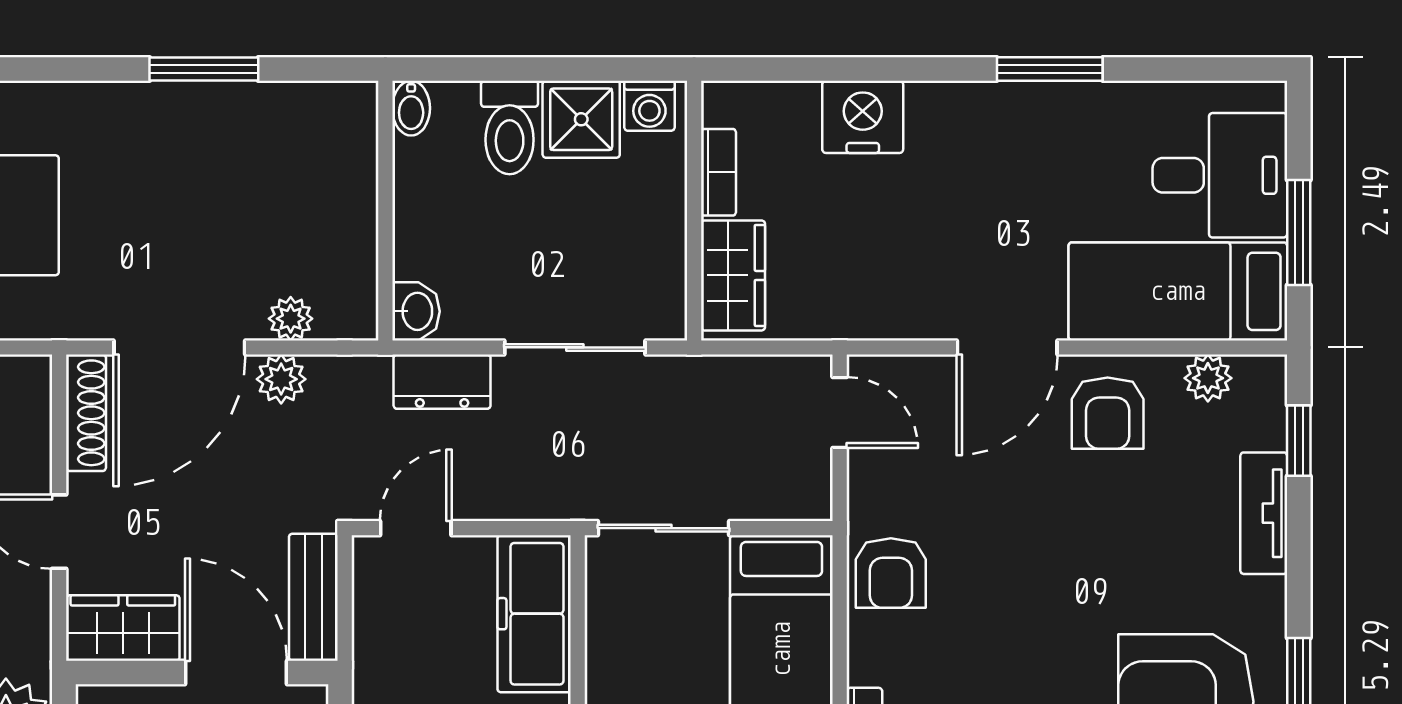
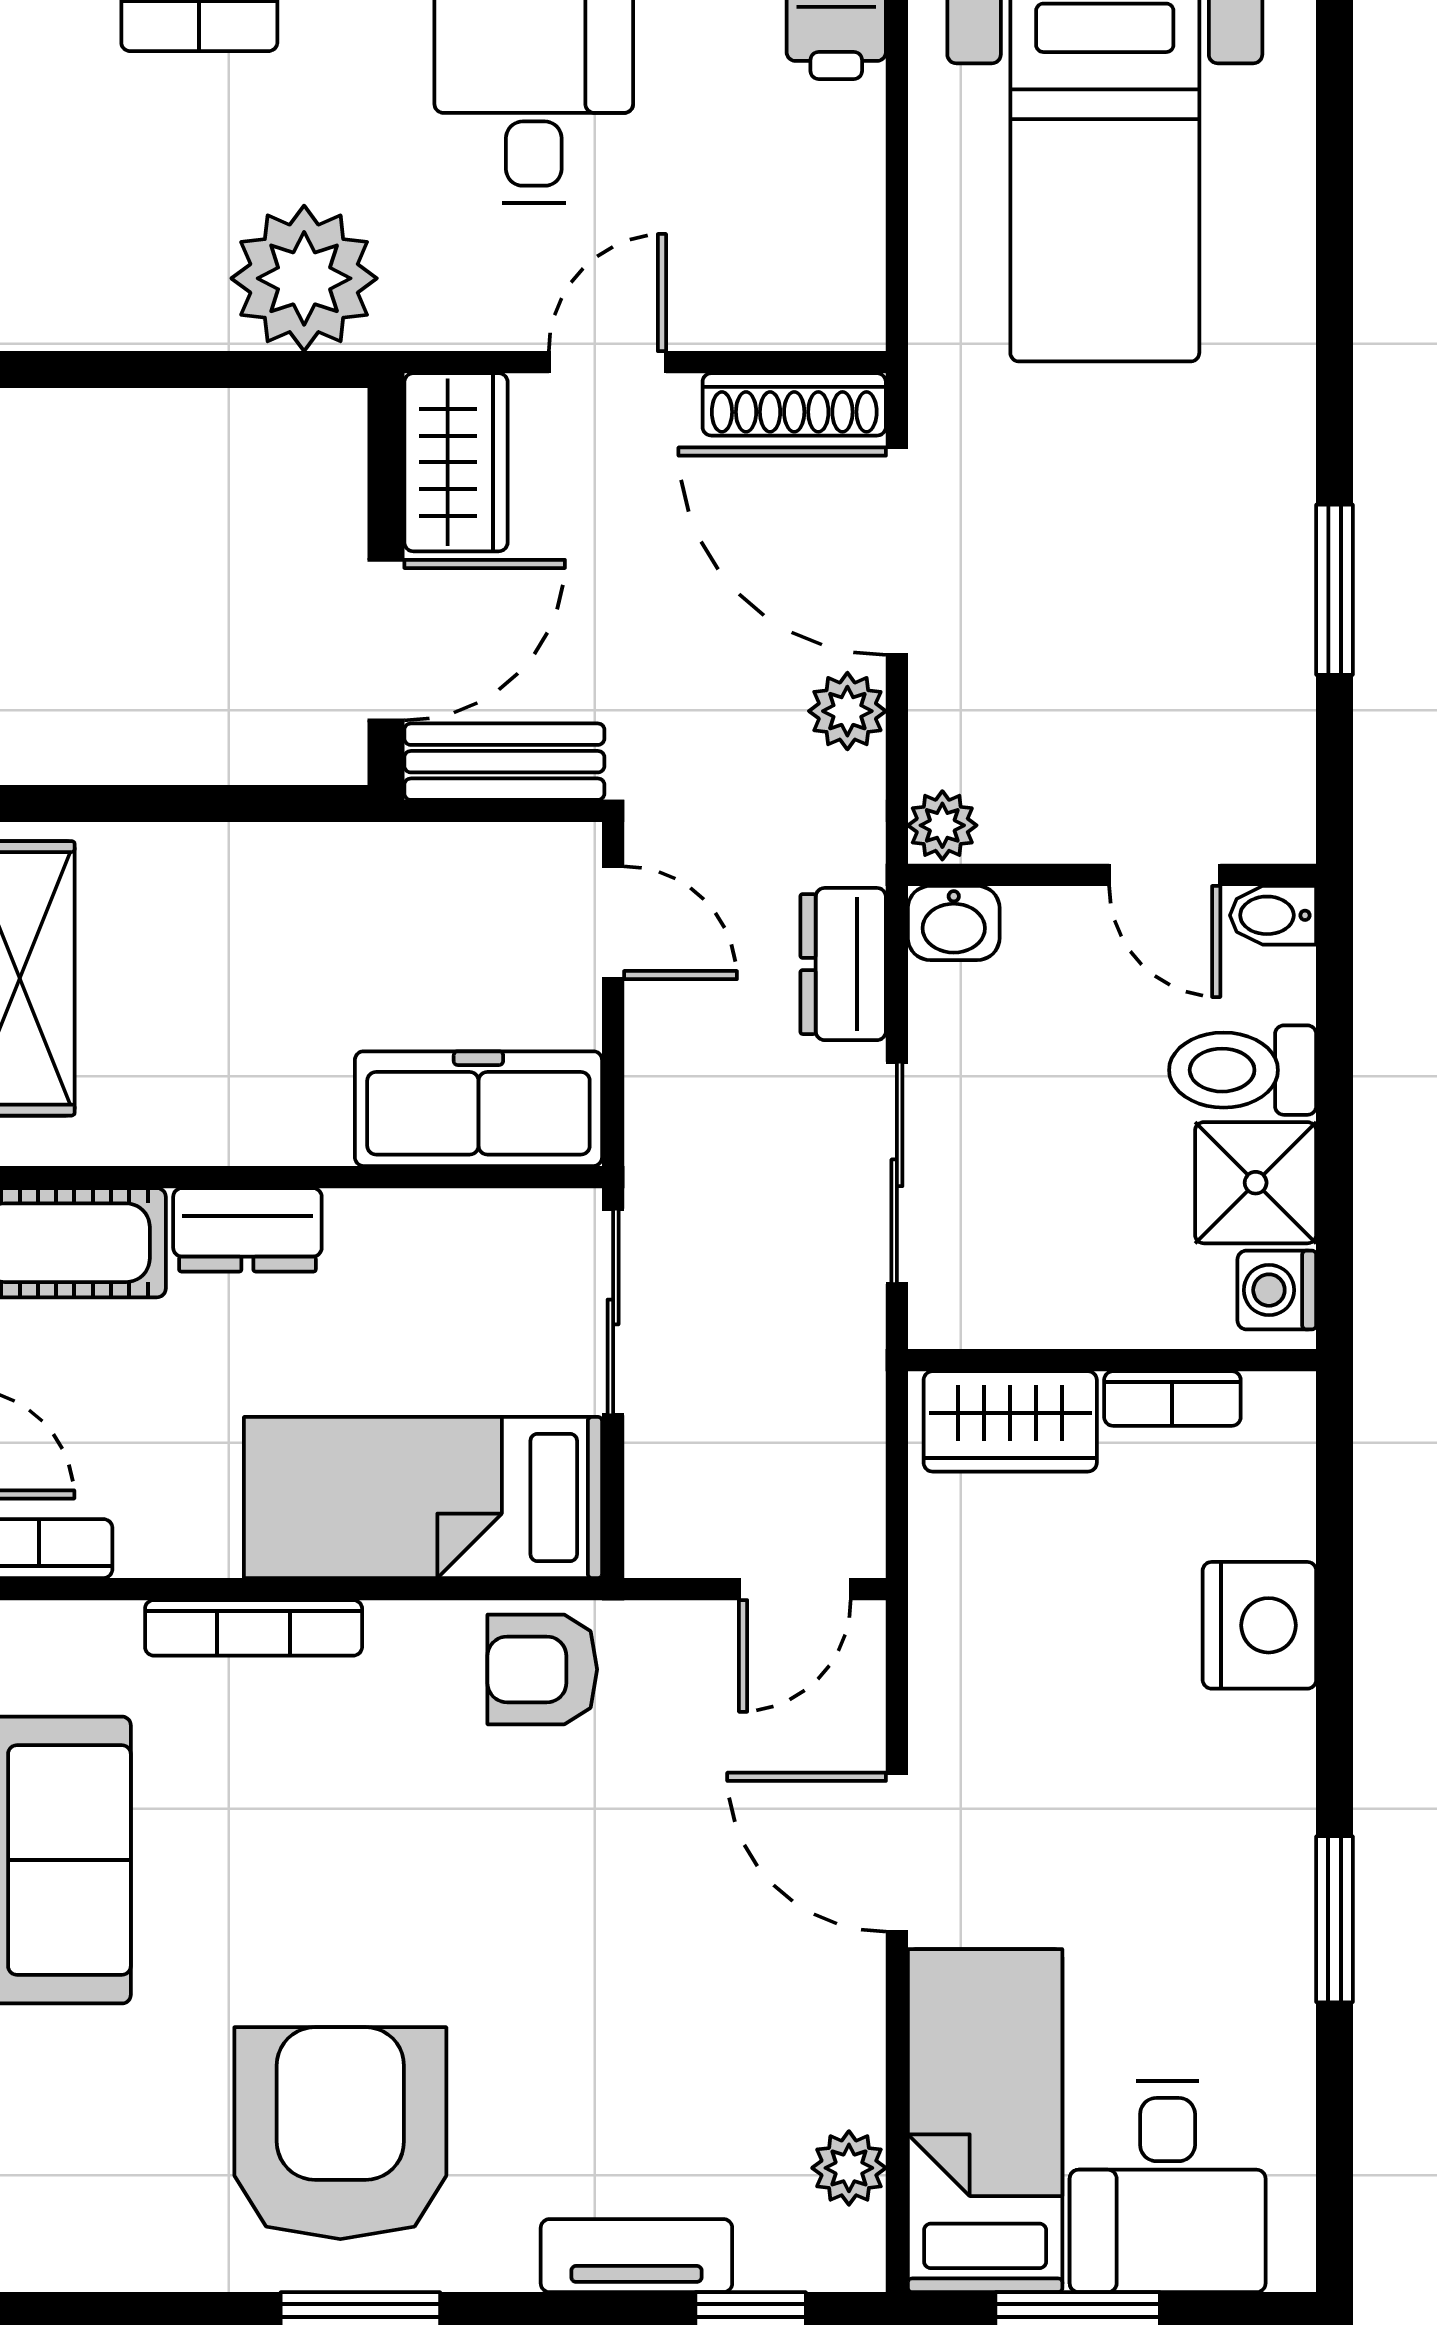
door: (385, 177) -> (1165, 875), added
plant: (291, 319) -> (942, 825), moved
armchair: (1108, 413) -> (794, 2010), removed

